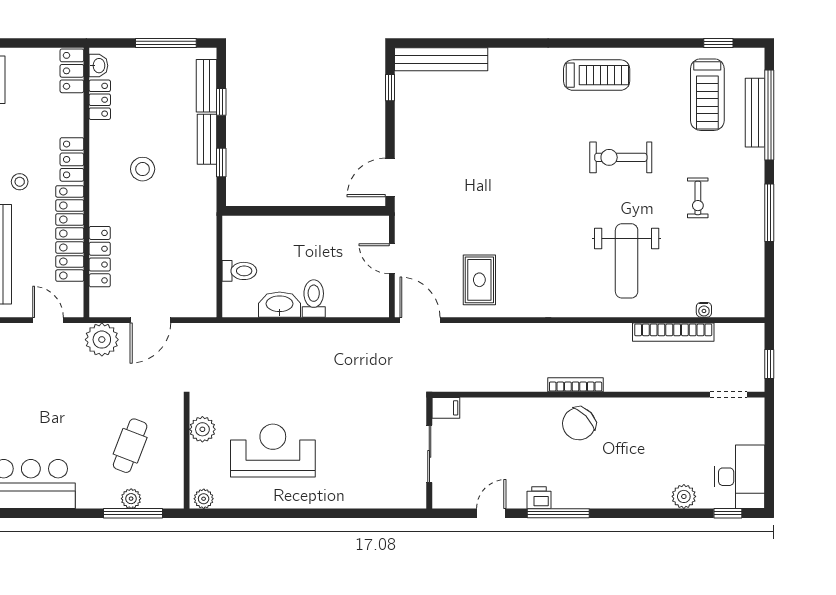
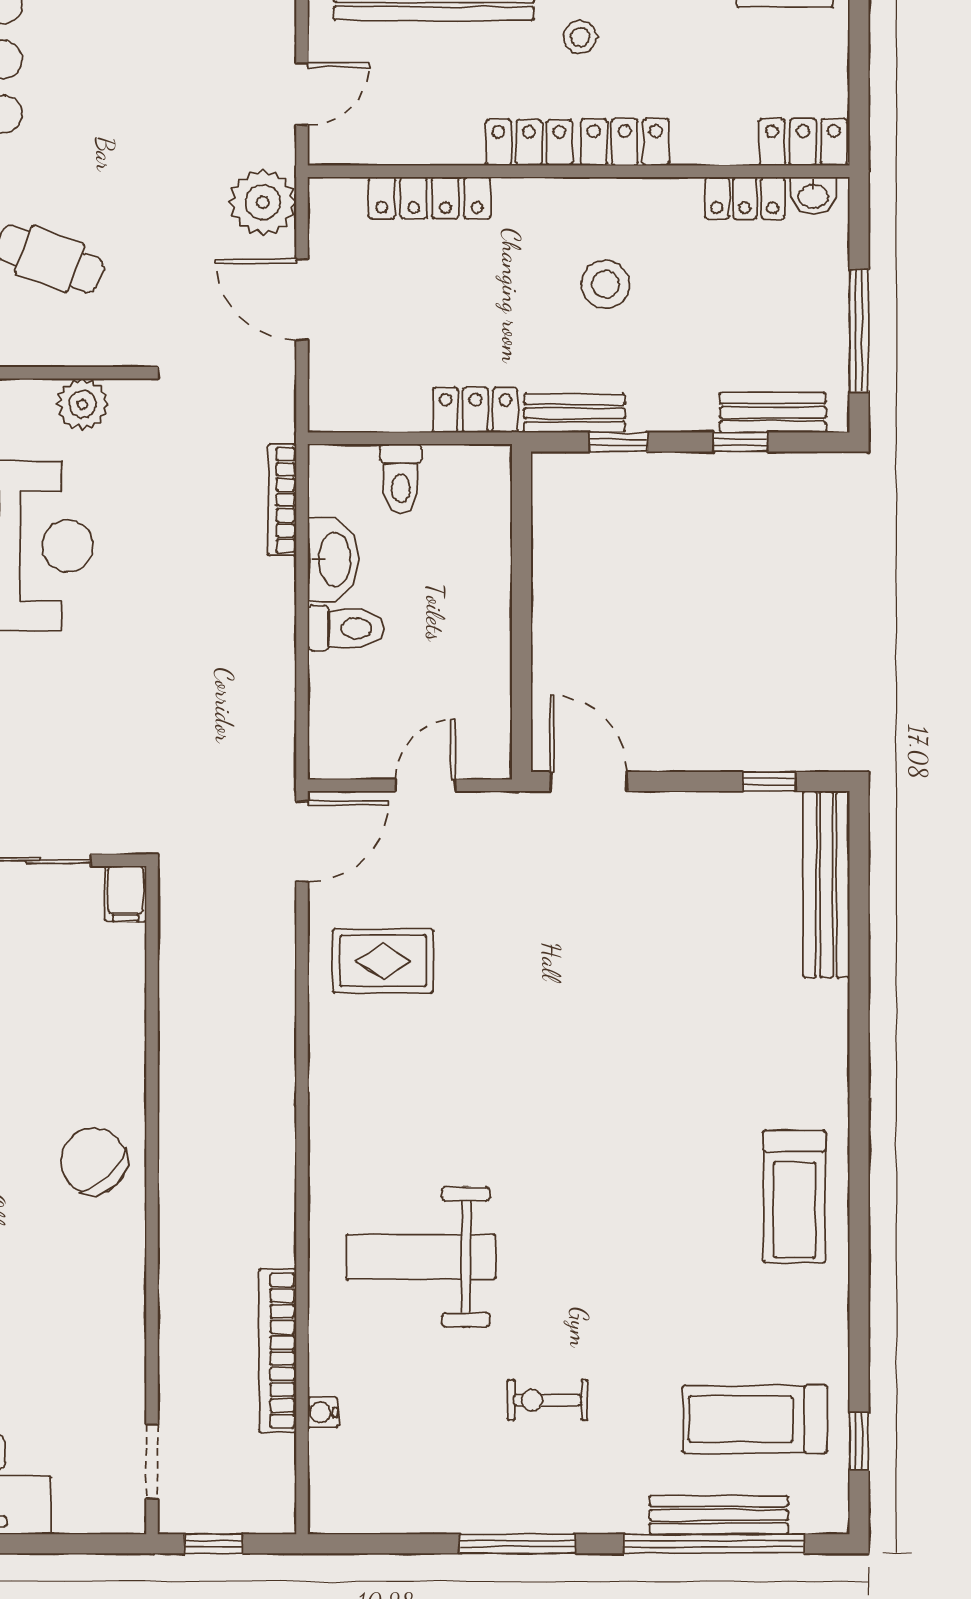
bench: (207, 139) -> (575, 413), moved
exercise bike: (621, 157) -> (629, 1245), removed
locker: (70, 233) -> (529, 142), width x0.46, depth x0.83
locker: (205, 234) -> (475, 410), added
bookcase: (576, 385) -> (282, 500), moved, turned 180

